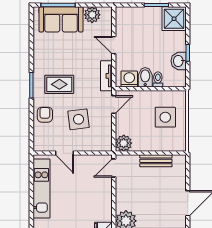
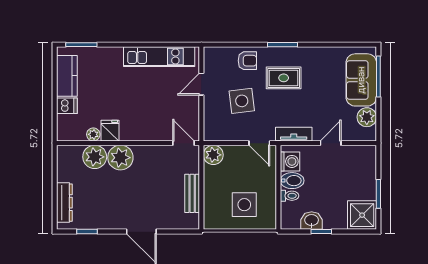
rug: (59, 84) -> (284, 78), turned 90

